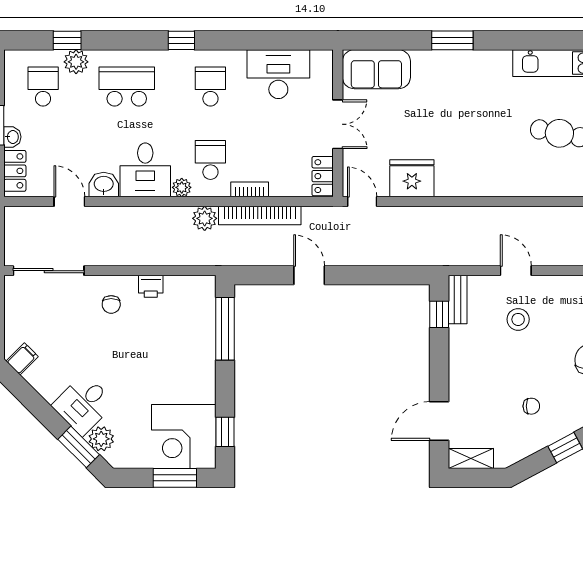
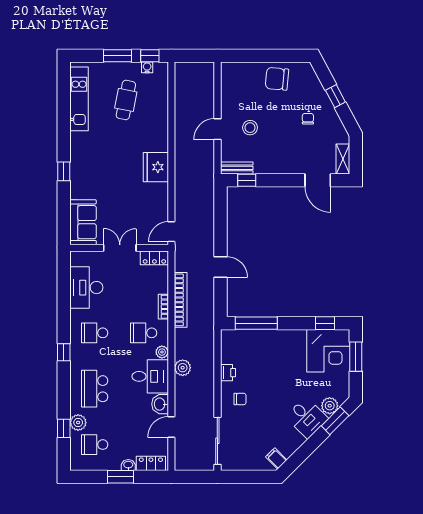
window: (452, 40) -> (64, 171), width x0.67
fridge: (412, 178) -> (156, 167), moved
plant: (205, 218) -> (183, 368), moved
door: (309, 275) -> (221, 267), swing flipped

